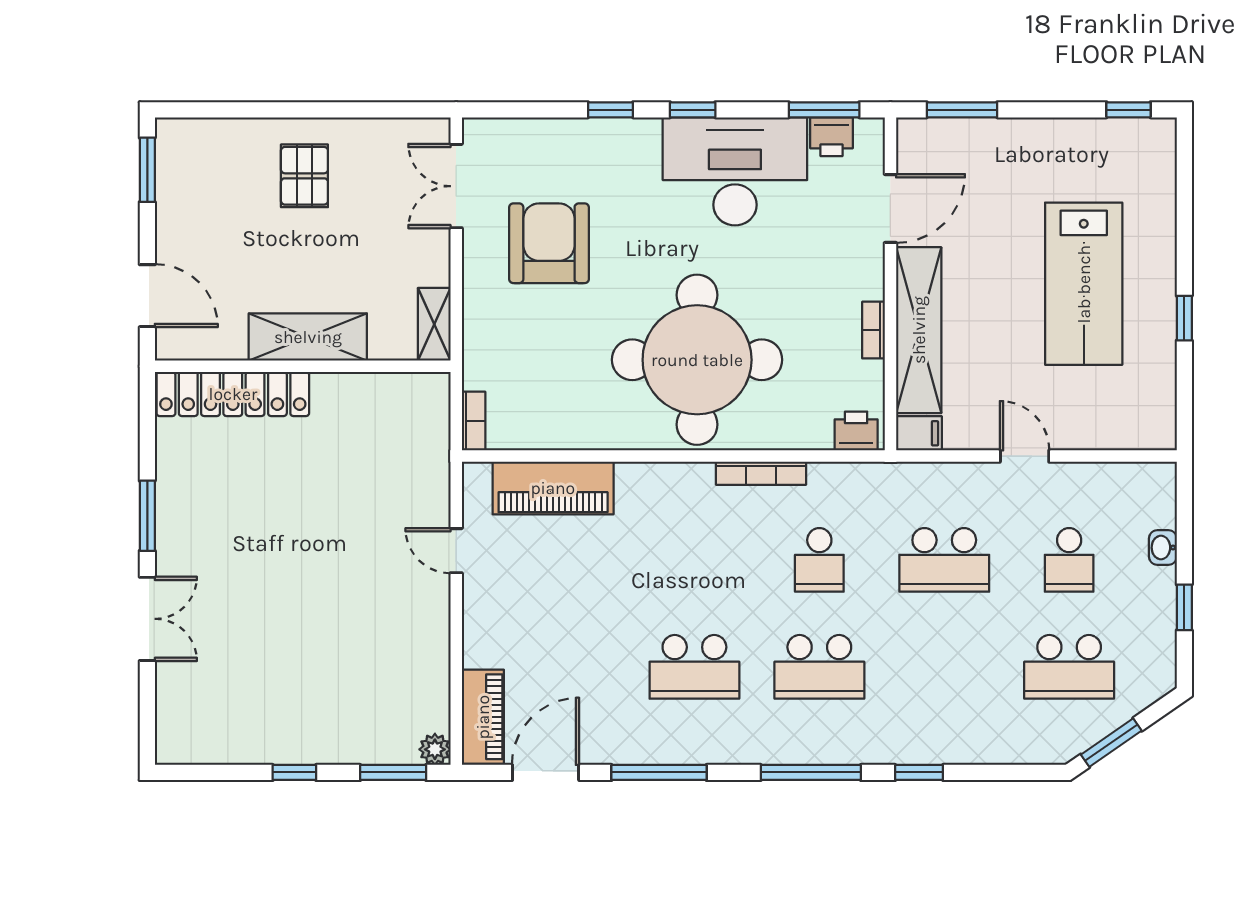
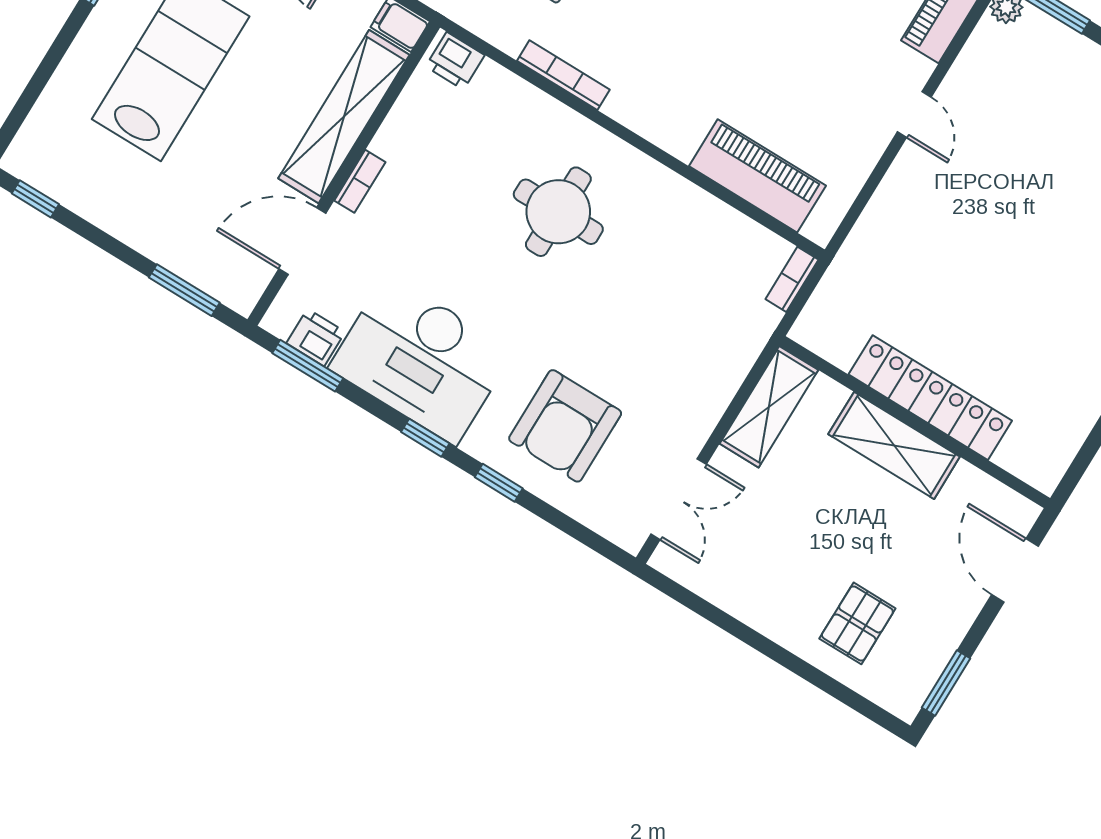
pallet: (304, 176) -> (857, 623), moved
armchair: (549, 243) -> (565, 426), moved
shelving: (434, 324) -> (769, 407), width x1.50, depth x1.33
bookcase: (873, 330) -> (360, 181), moved
round table: (697, 360) -> (558, 212), width x0.54, depth x0.54
locker: (233, 394) -> (930, 398), moved
door: (456, 551) -> (914, 114), moved

